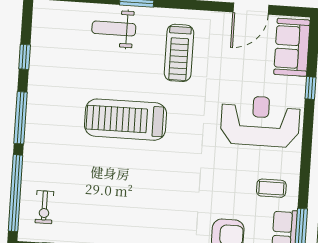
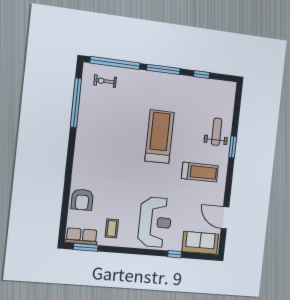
treadmill: (179, 53) -> (200, 172), turned 180

